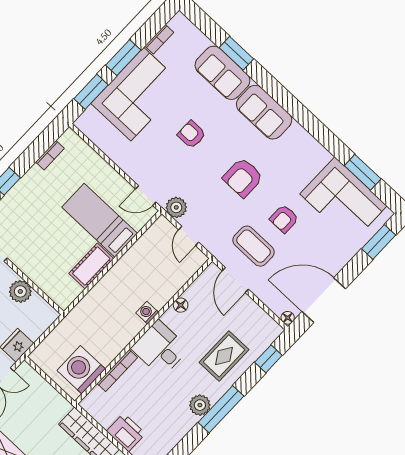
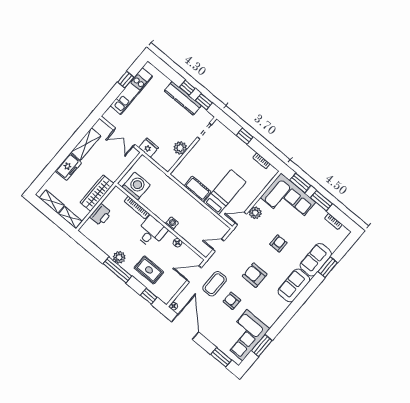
corner sofa: (137, 94) -> (288, 200), moved
door: (146, 196) -> (241, 219), hinge flipped
plant: (176, 207) -> (255, 213), moved

